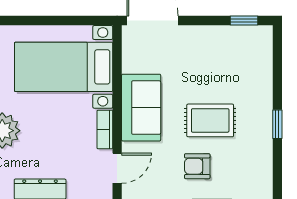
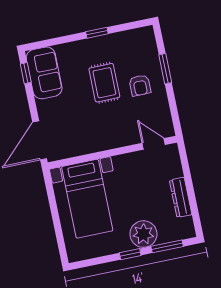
sofa: (141, 108) -> (44, 73), moved, turned 90
bookcase: (105, 130) -> (127, 159), removed

